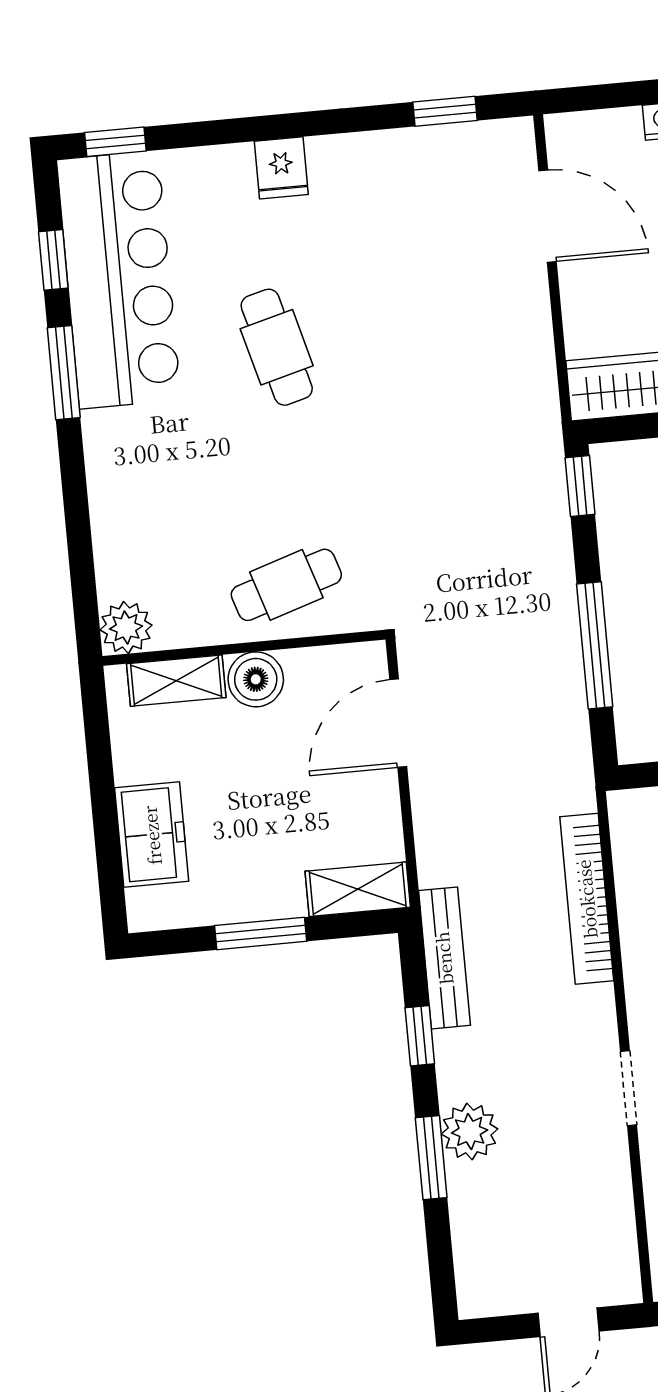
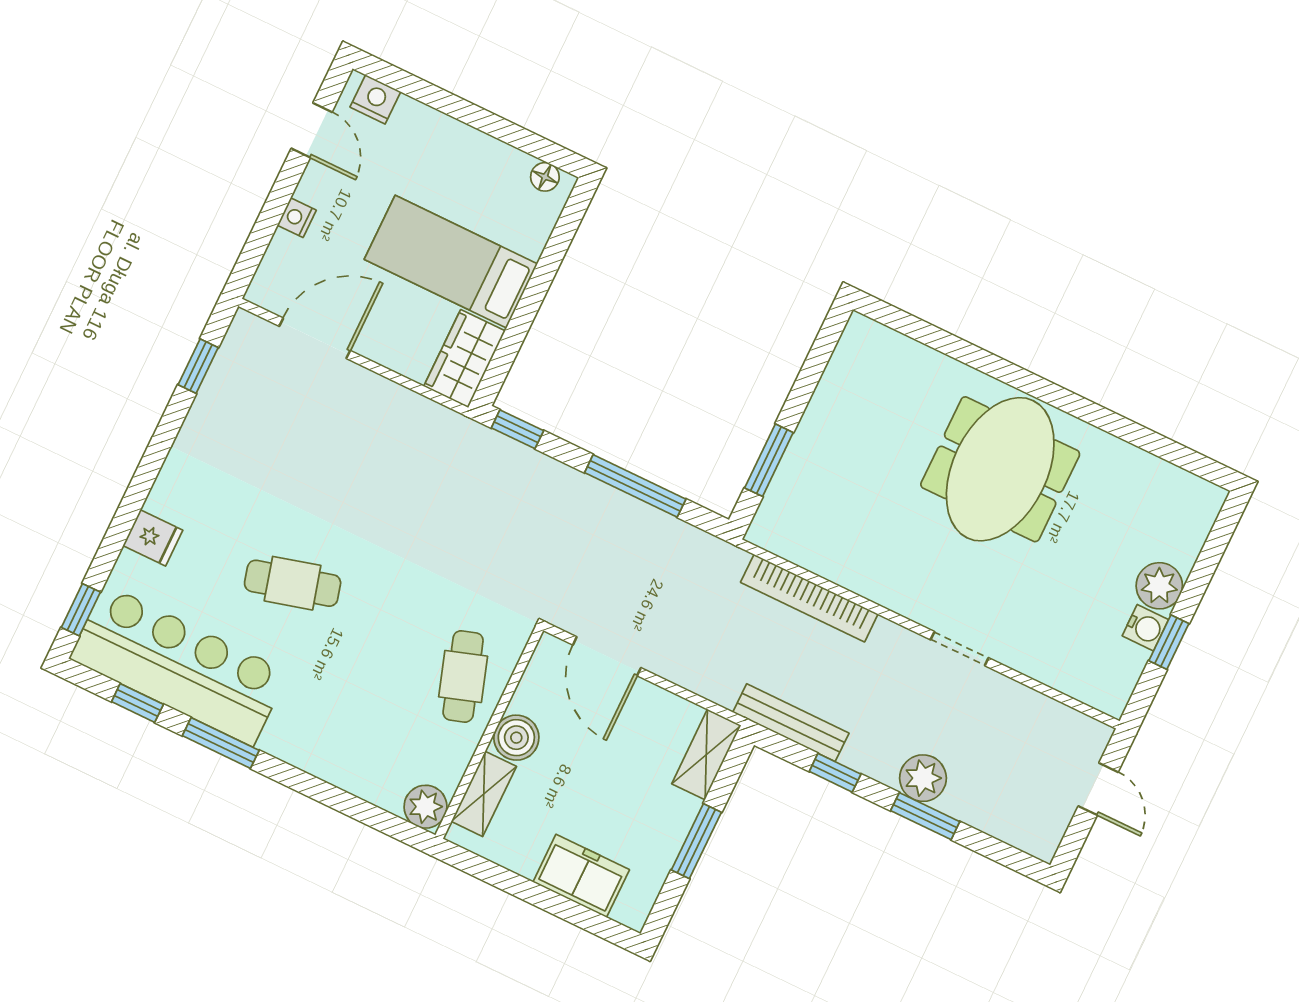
fridge: (281, 168) -> (153, 538), moved

